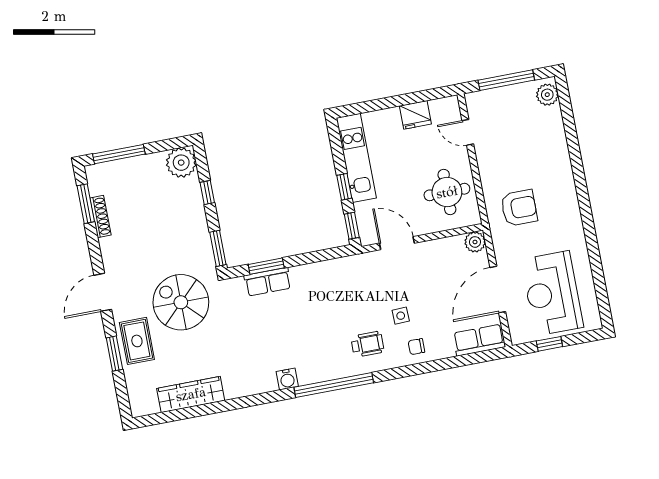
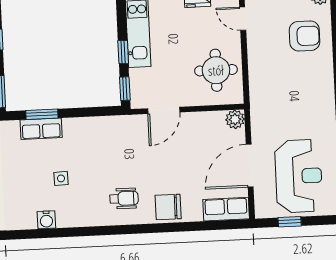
armchair: (519, 208) -> (304, 36), moved
door: (397, 243) -> (164, 110), swing flipped
reception desk: (552, 293) -> (299, 176), turned 180
side table: (401, 316) -> (61, 178), moved
chair: (416, 347) -> (168, 207), width x1.87, depth x1.87
window: (334, 385) -> (88, 231), removed

